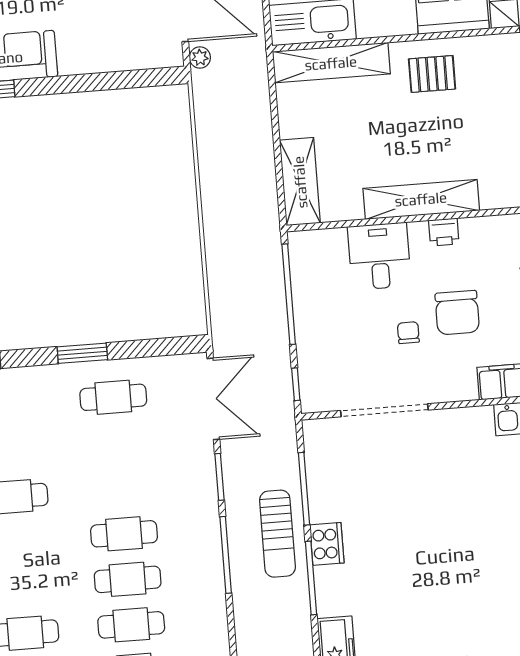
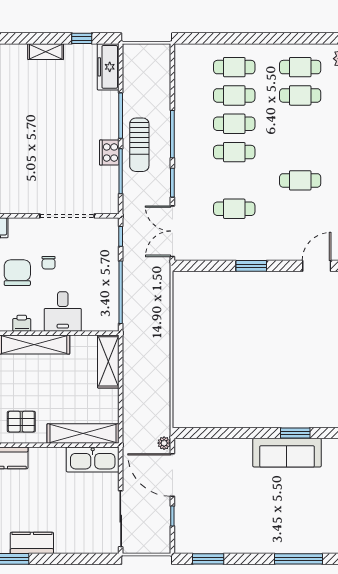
cafe table: (113, 397) -> (234, 209), moved
sun lounger: (277, 534) -> (139, 145), turned 180
cooker: (327, 544) -> (109, 153), moved

